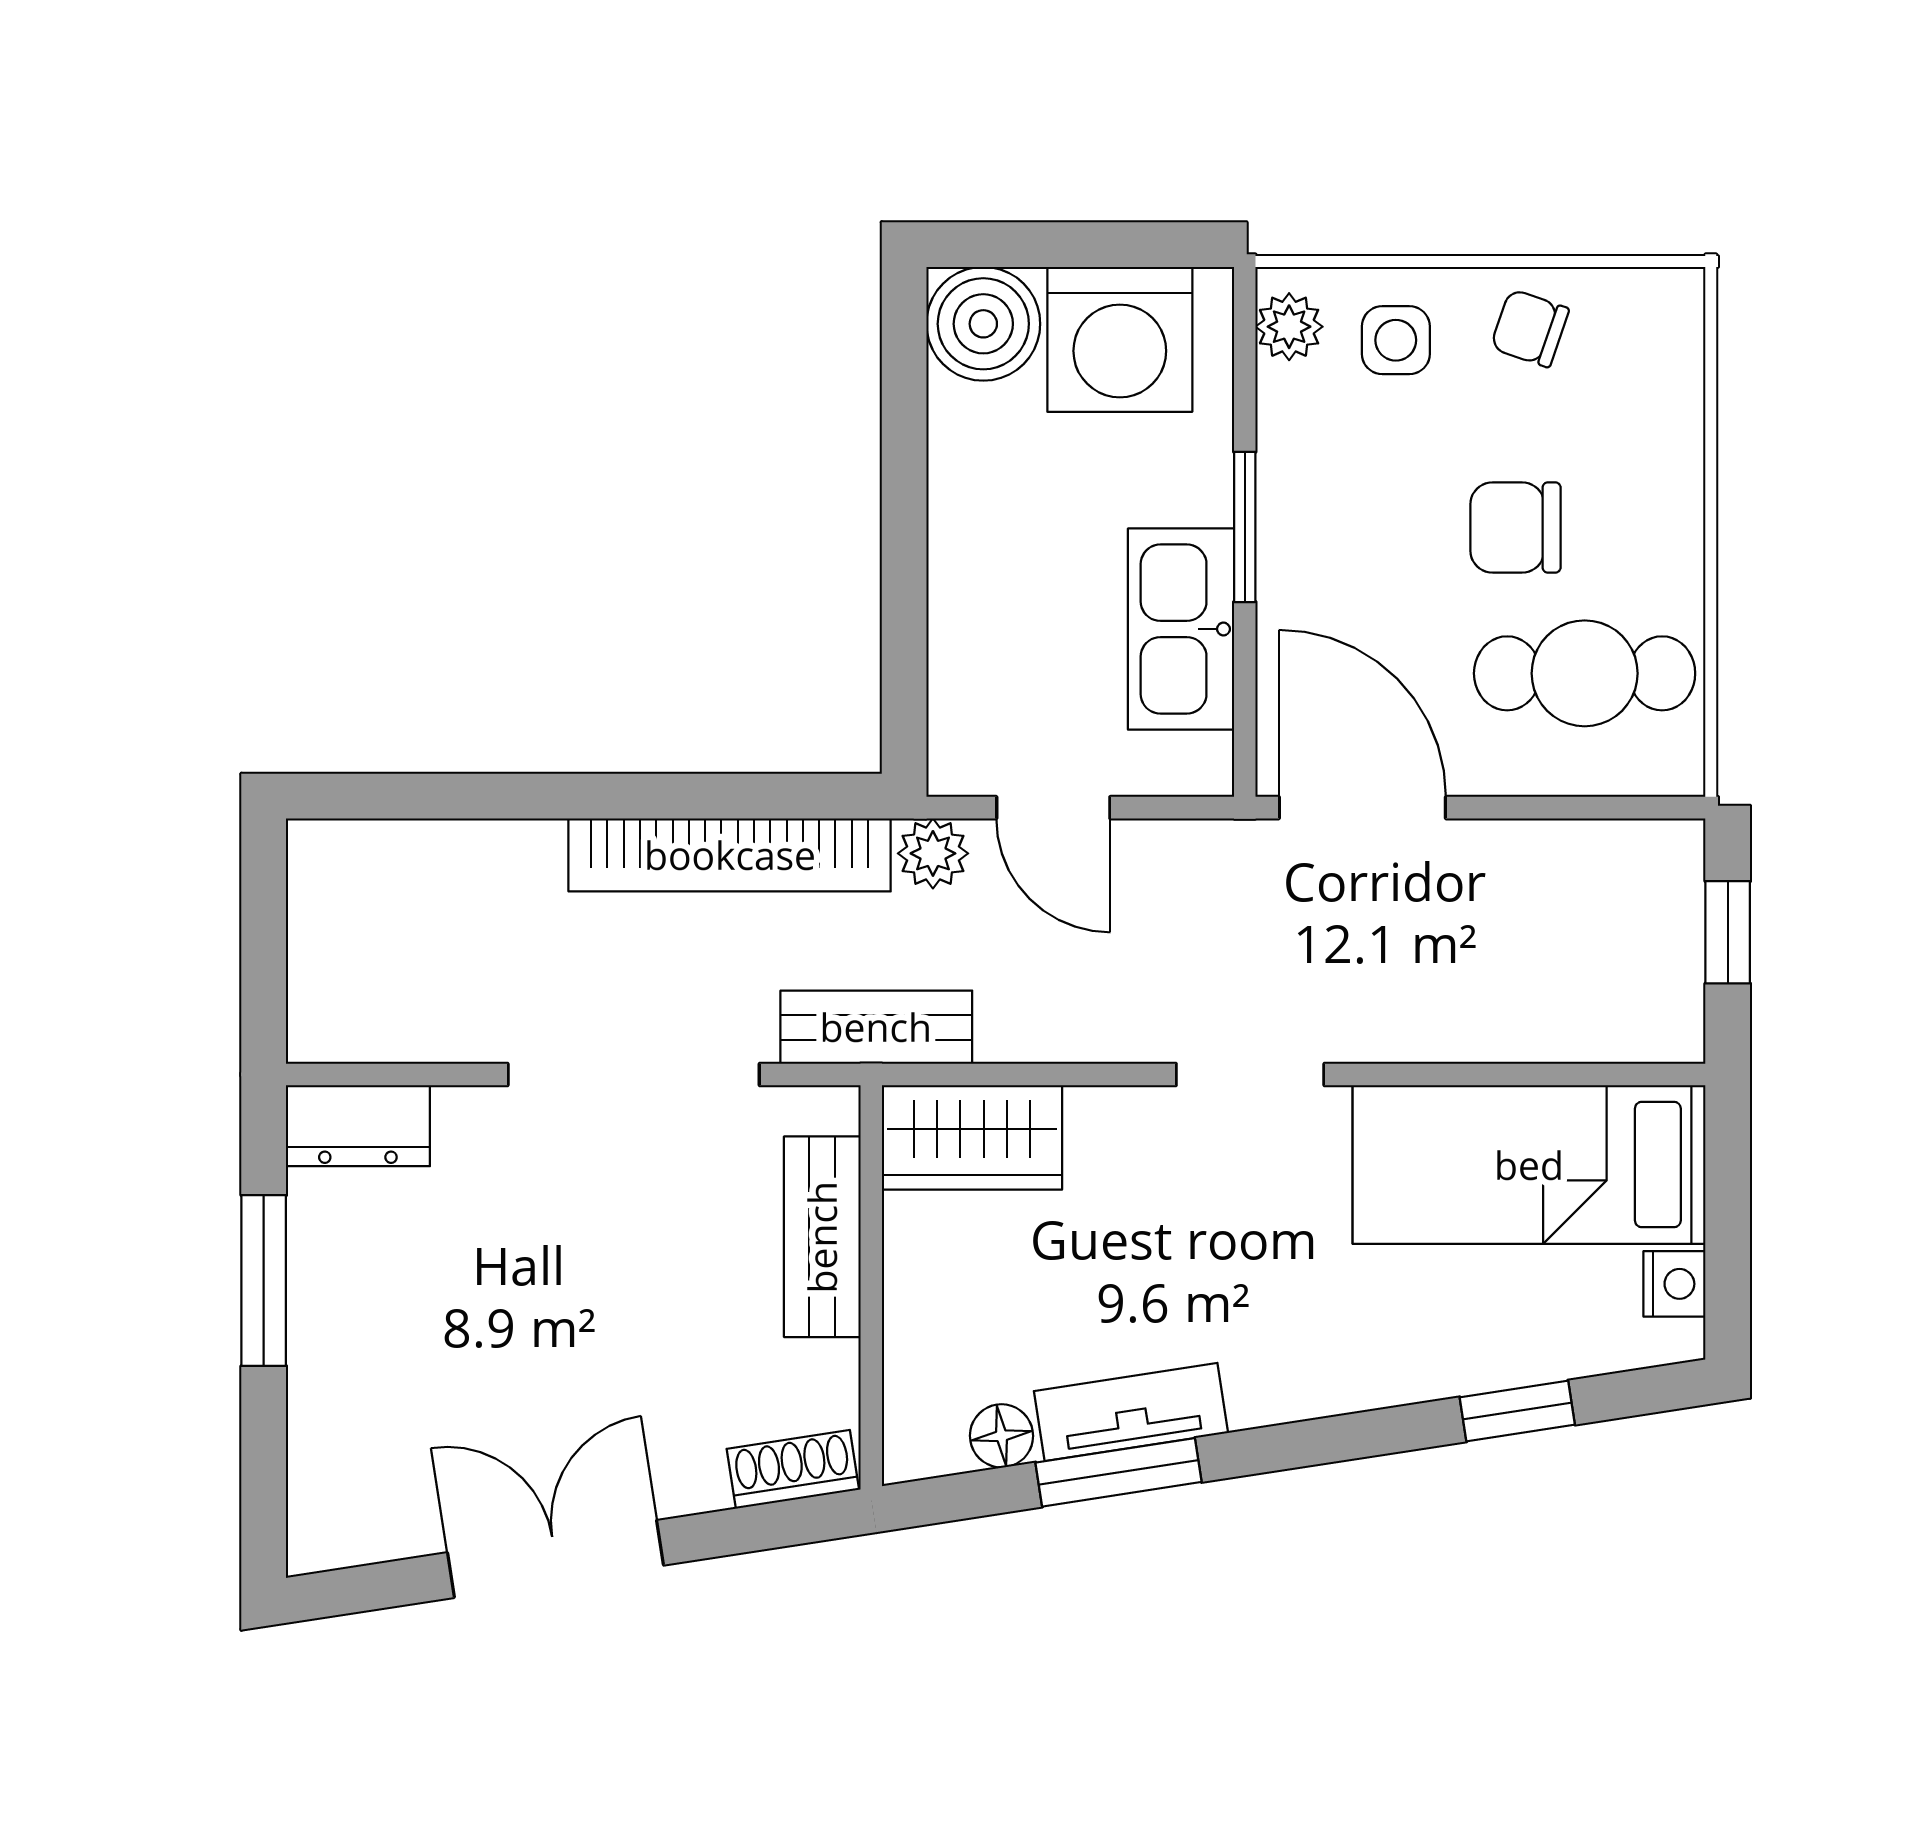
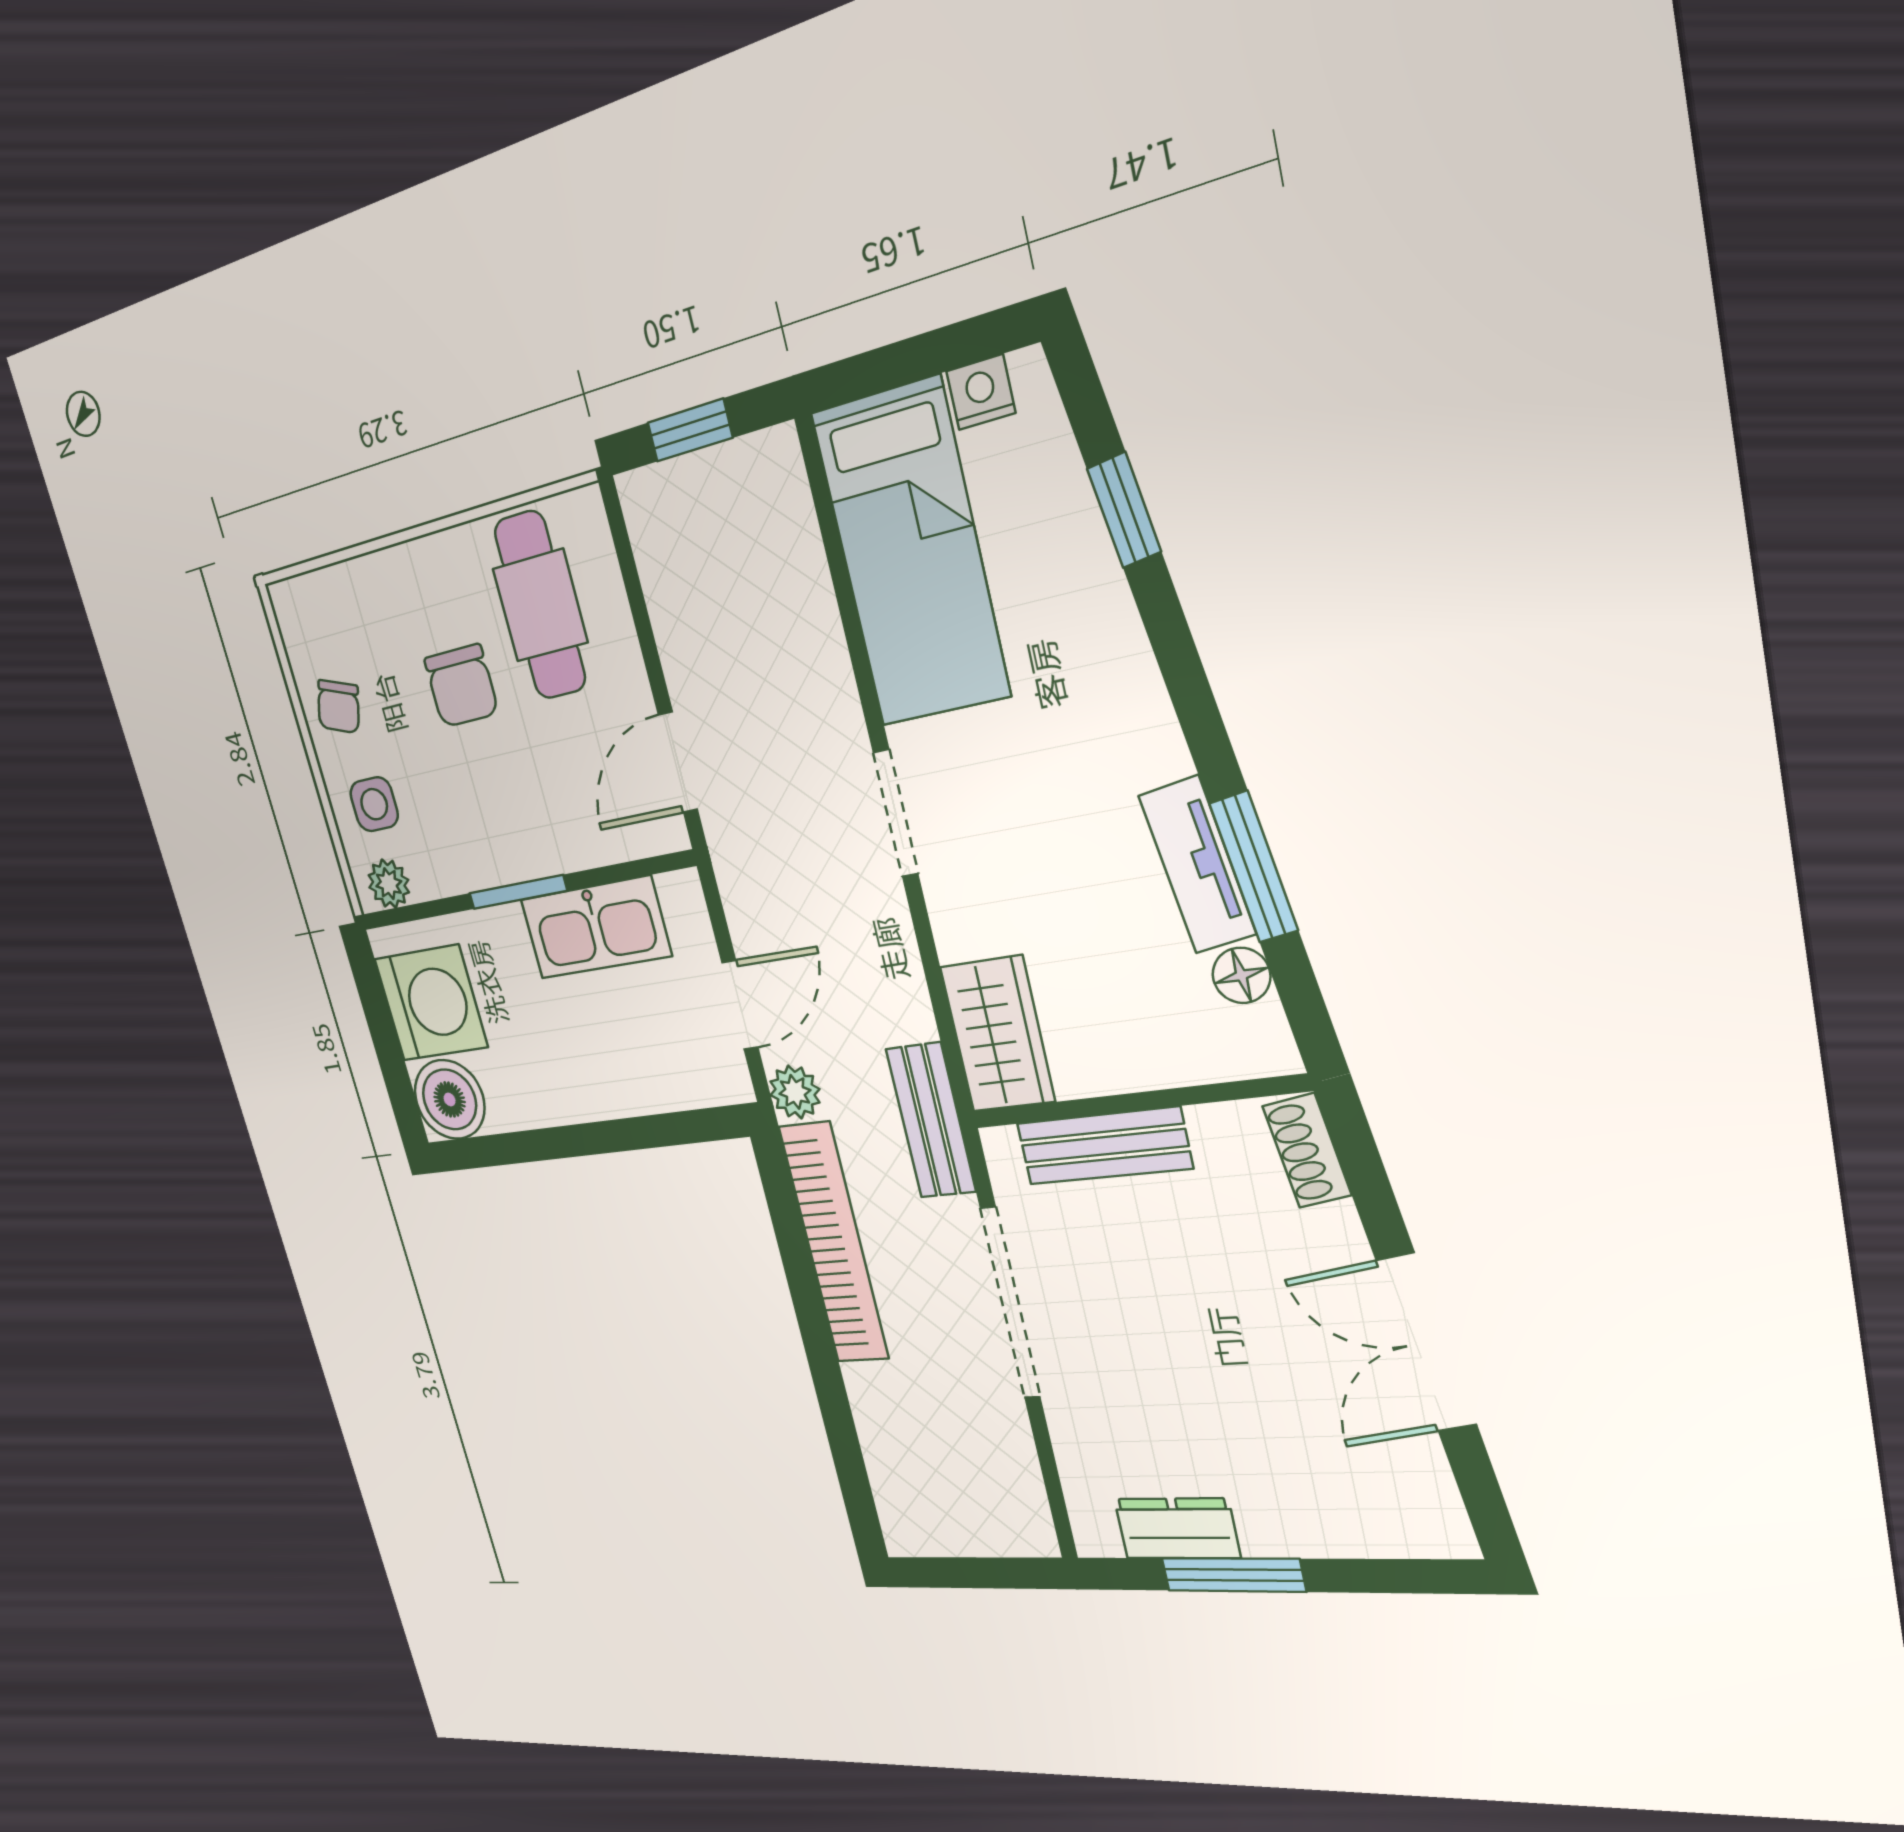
door: (1362, 808) -> (678, 762), width x0.73
dresser: (358, 1126) -> (1177, 1528), moved, turned -90

